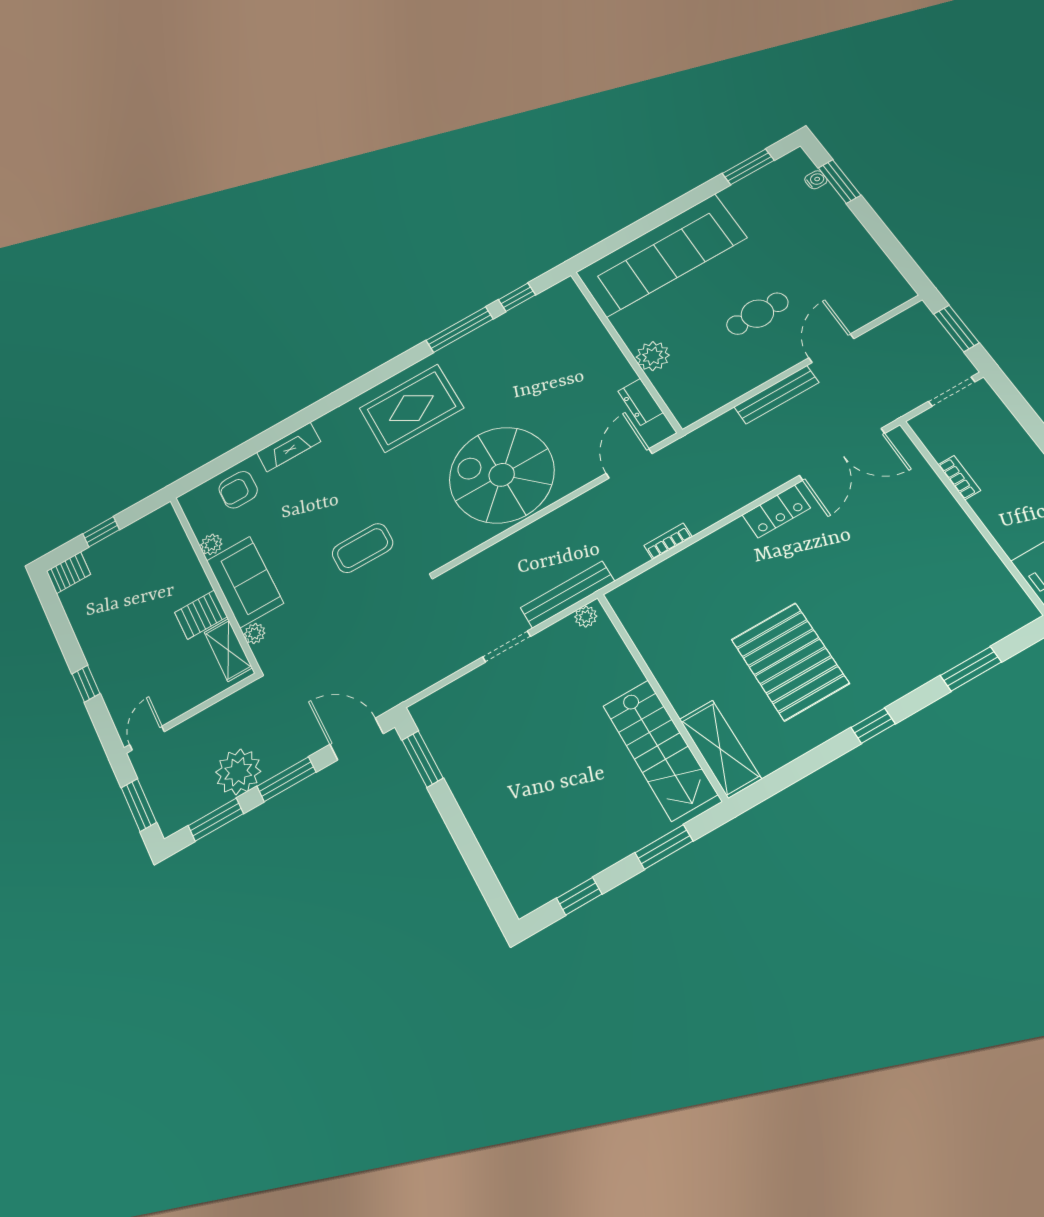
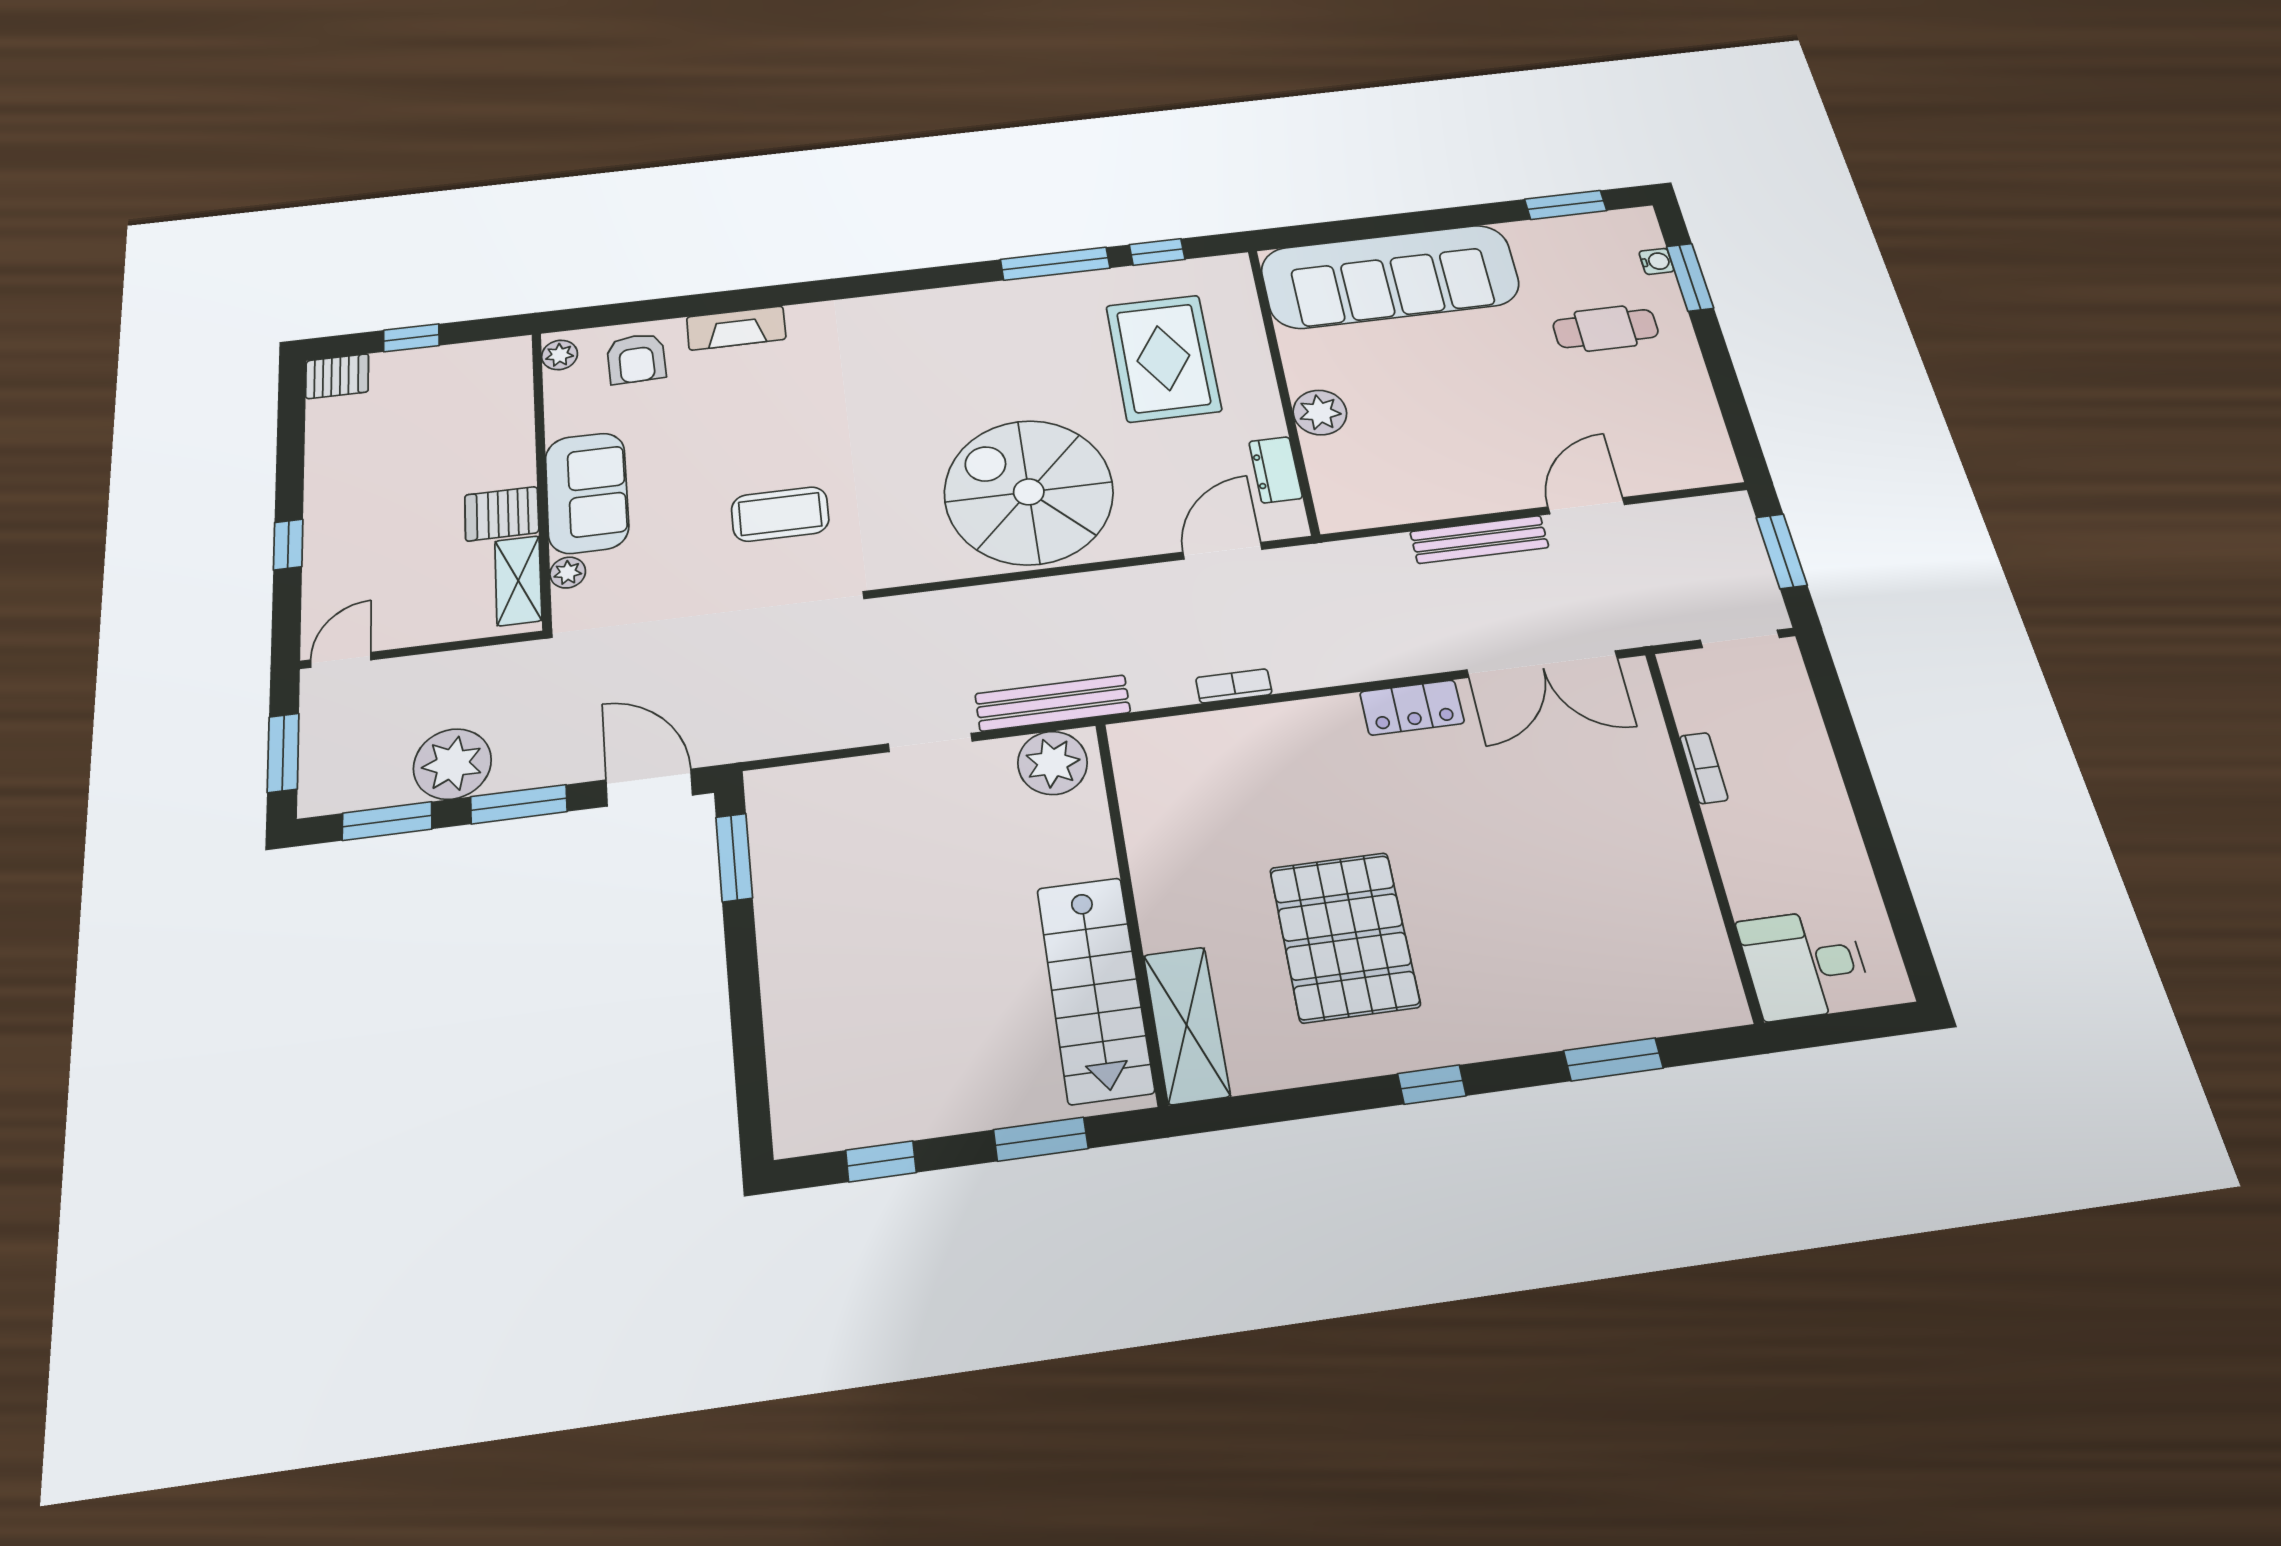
cafe table: (757, 314) -> (1606, 329), moved
rug: (411, 408) -> (1163, 358), moved, turned 90
armchair: (238, 490) -> (636, 359), turned -92
plant: (211, 544) -> (560, 355), moved
plant: (586, 617) -> (1053, 763), width x1.88, depth x1.88

